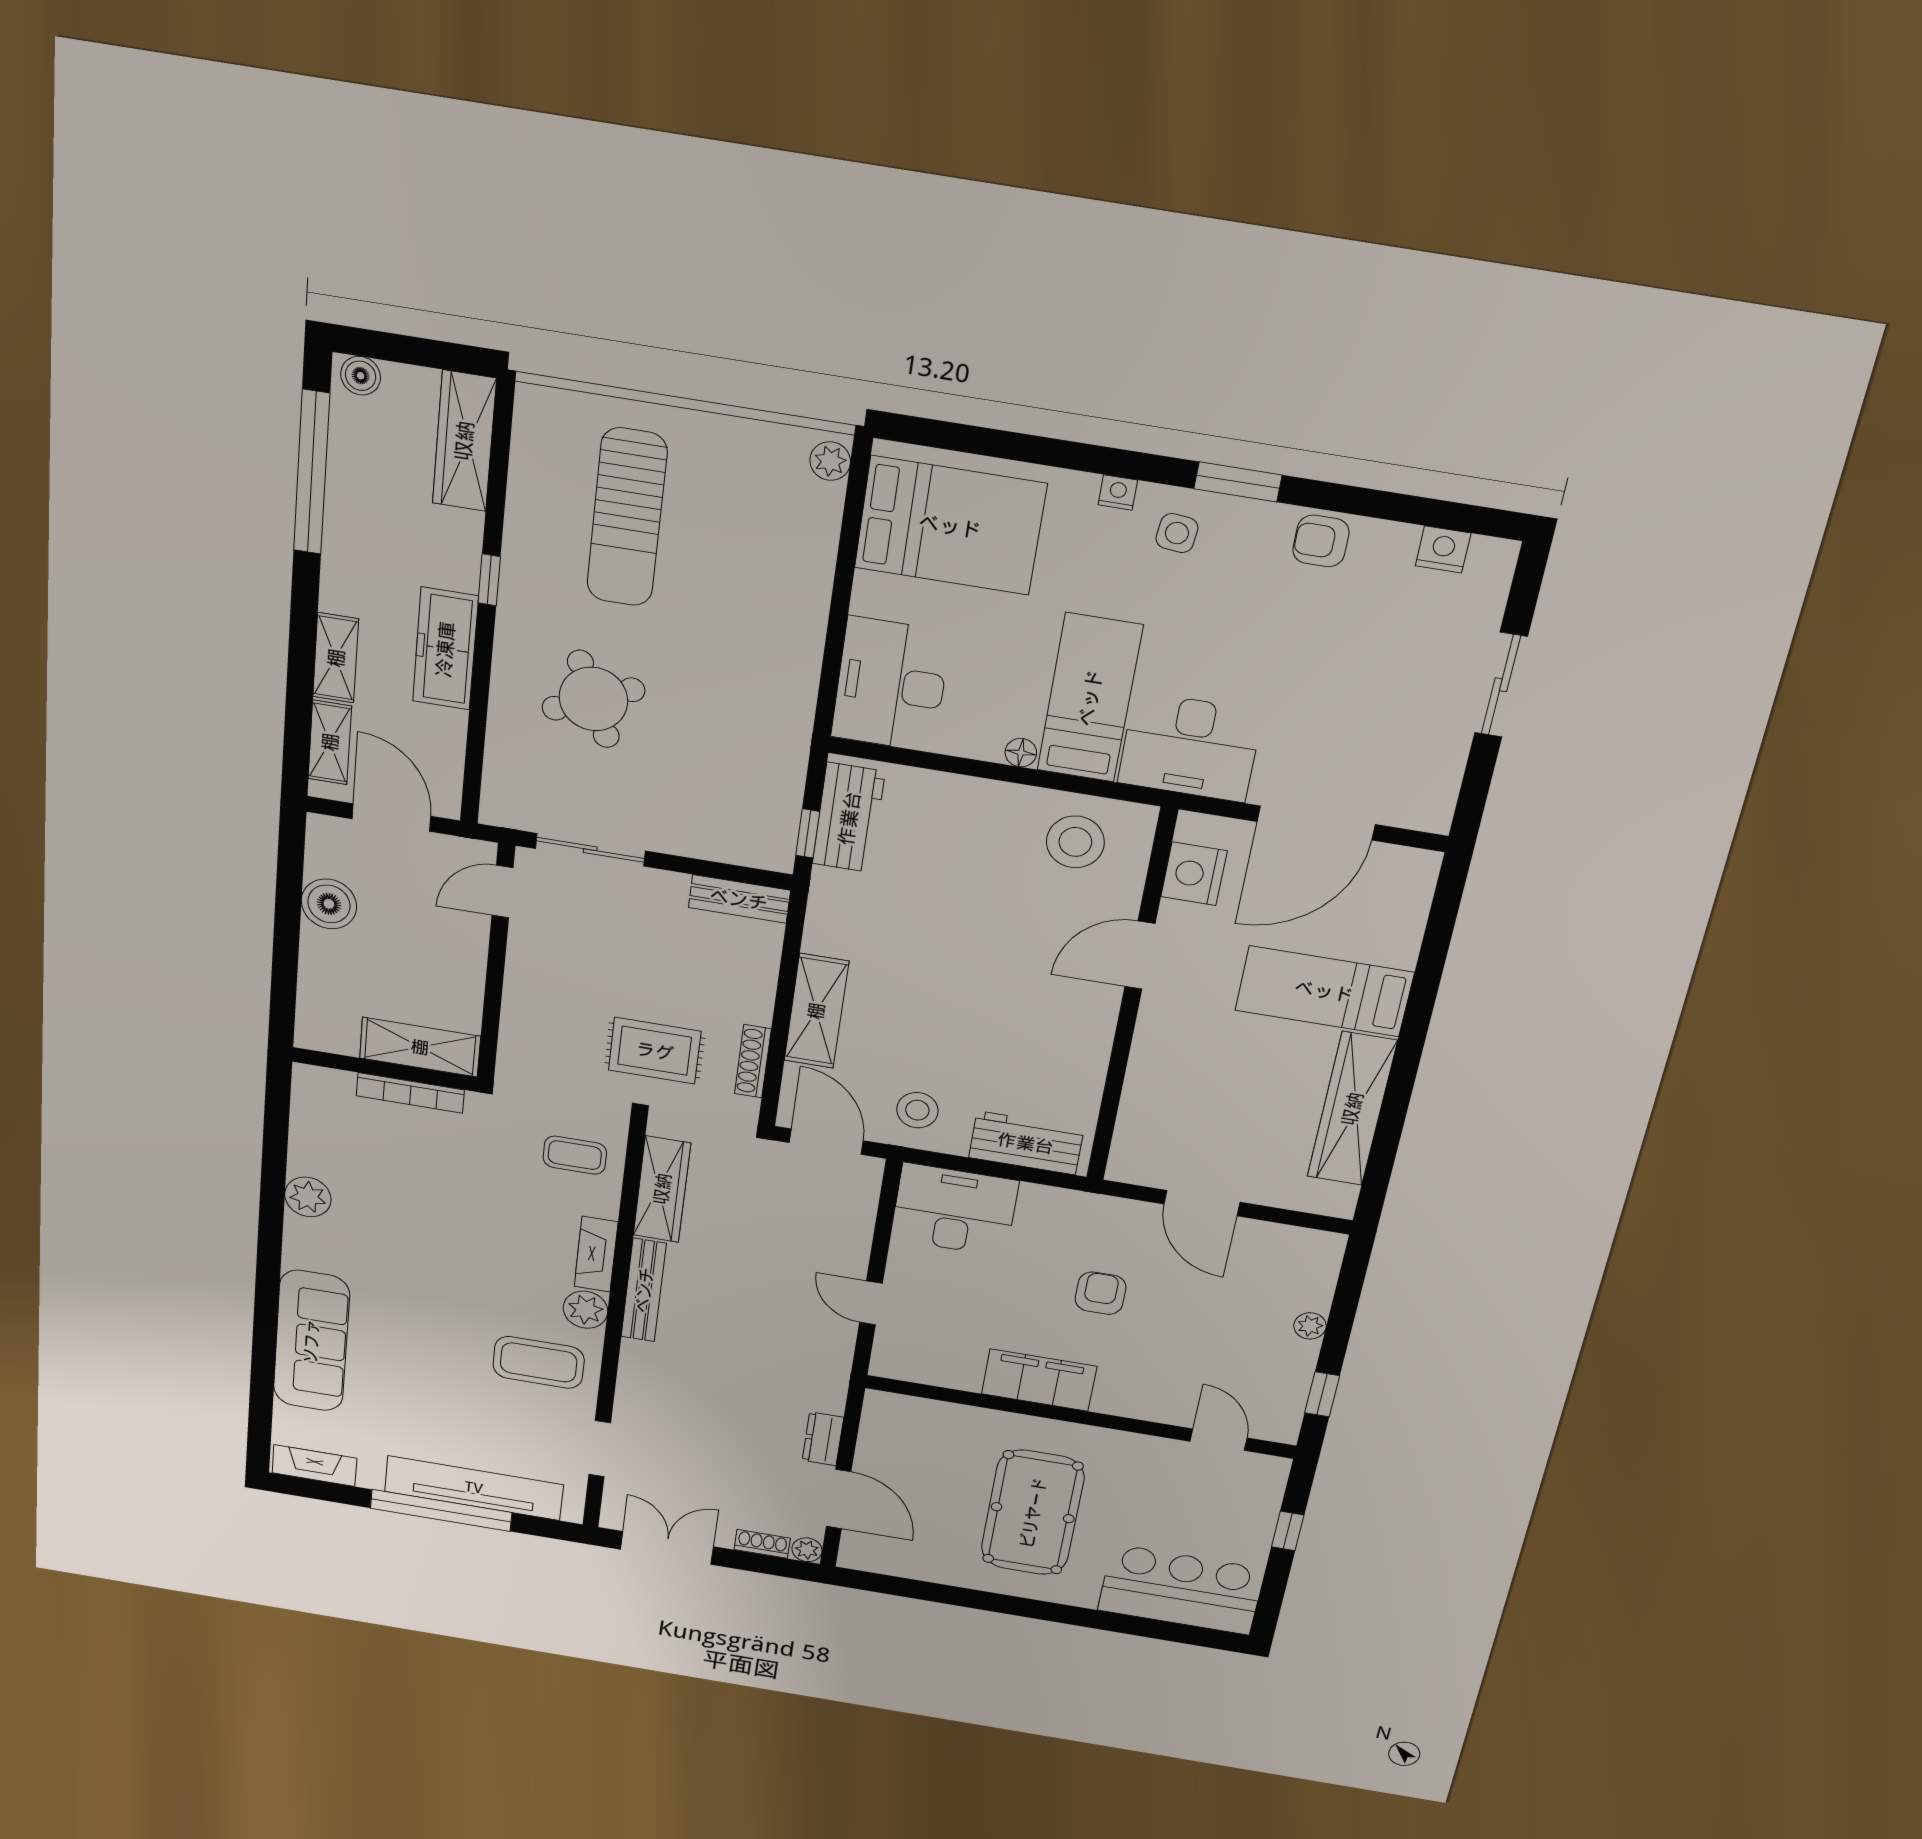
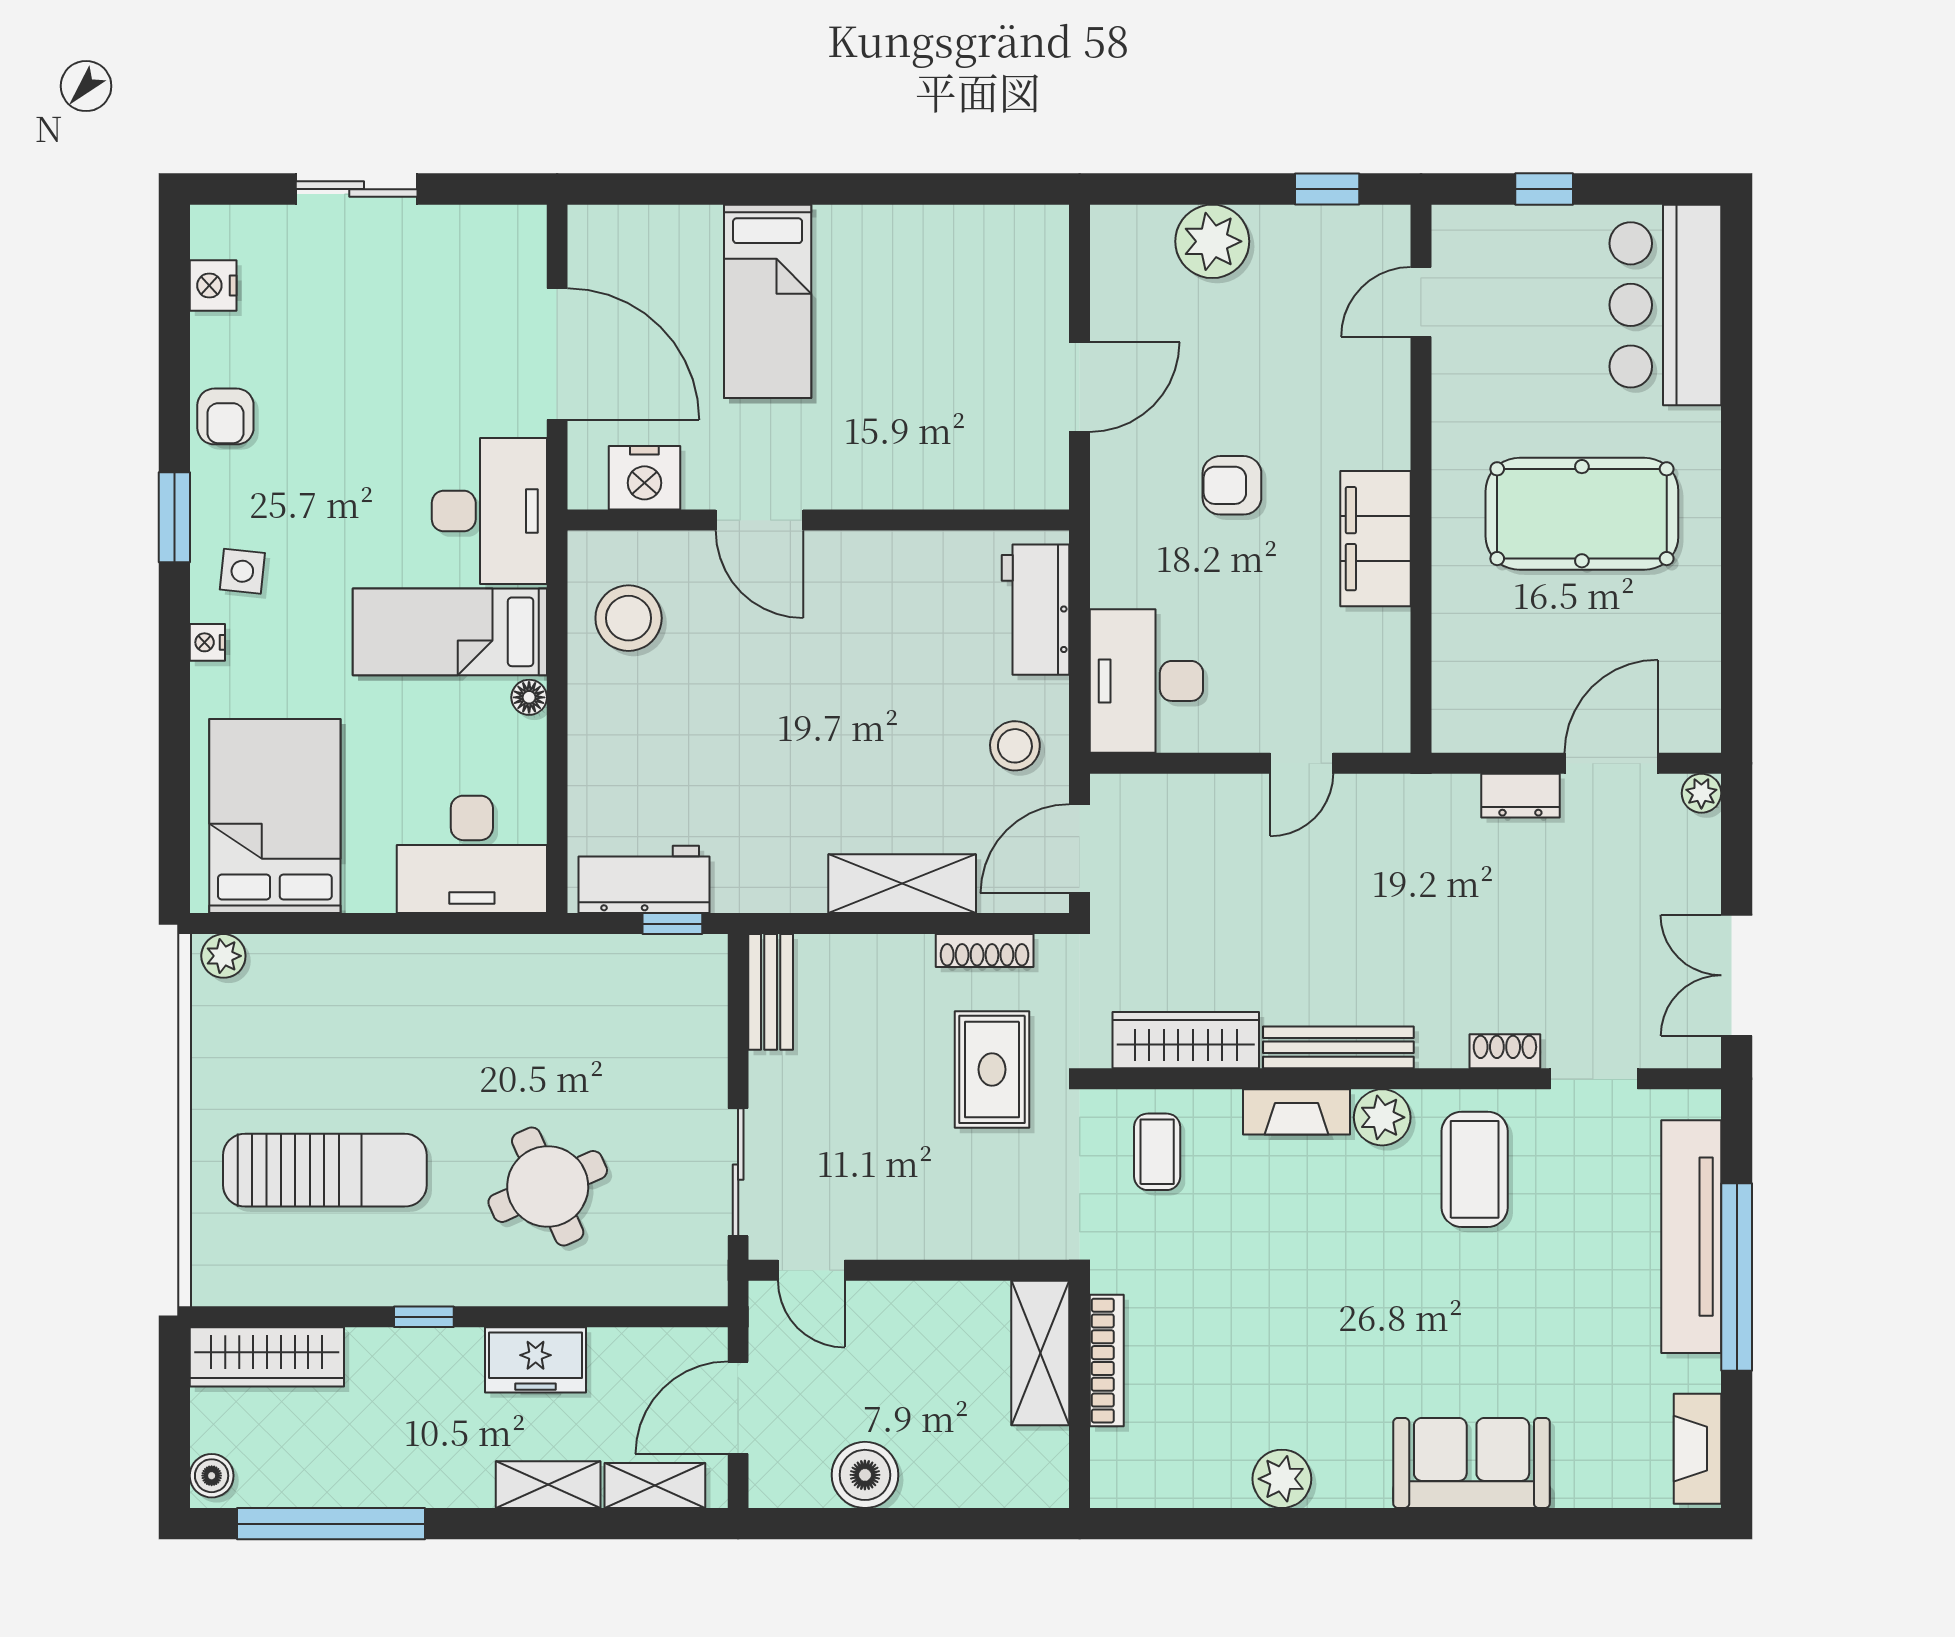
freezer: (445, 649) -> (536, 1360), width x0.71
wardrobe: (1352, 1109) -> (917, 237), removed
plant: (1310, 1326) -> (1212, 241), width x1.88, depth x1.88
sofa: (311, 1341) -> (1472, 1463), width x0.73
shoe rack: (762, 1544) -> (1505, 1051), moved, turned 90

